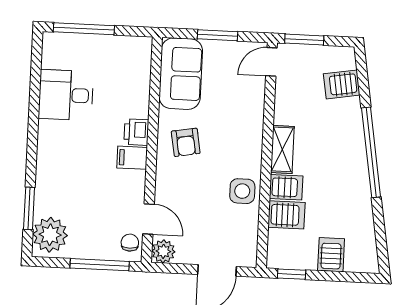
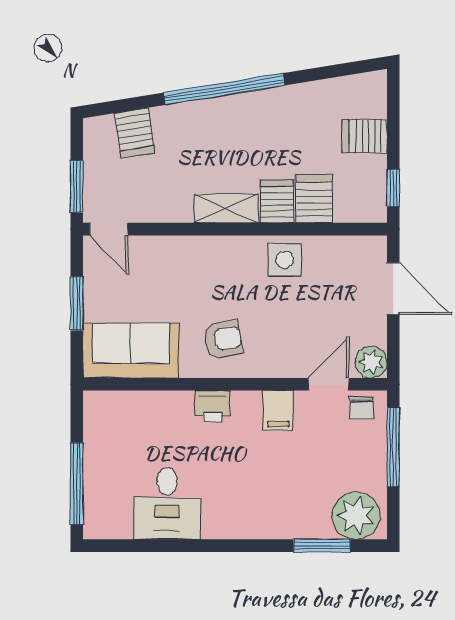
filing cabinet: (132, 158) -> (278, 410), moved
chair: (130, 243) -> (361, 408), turned -90

